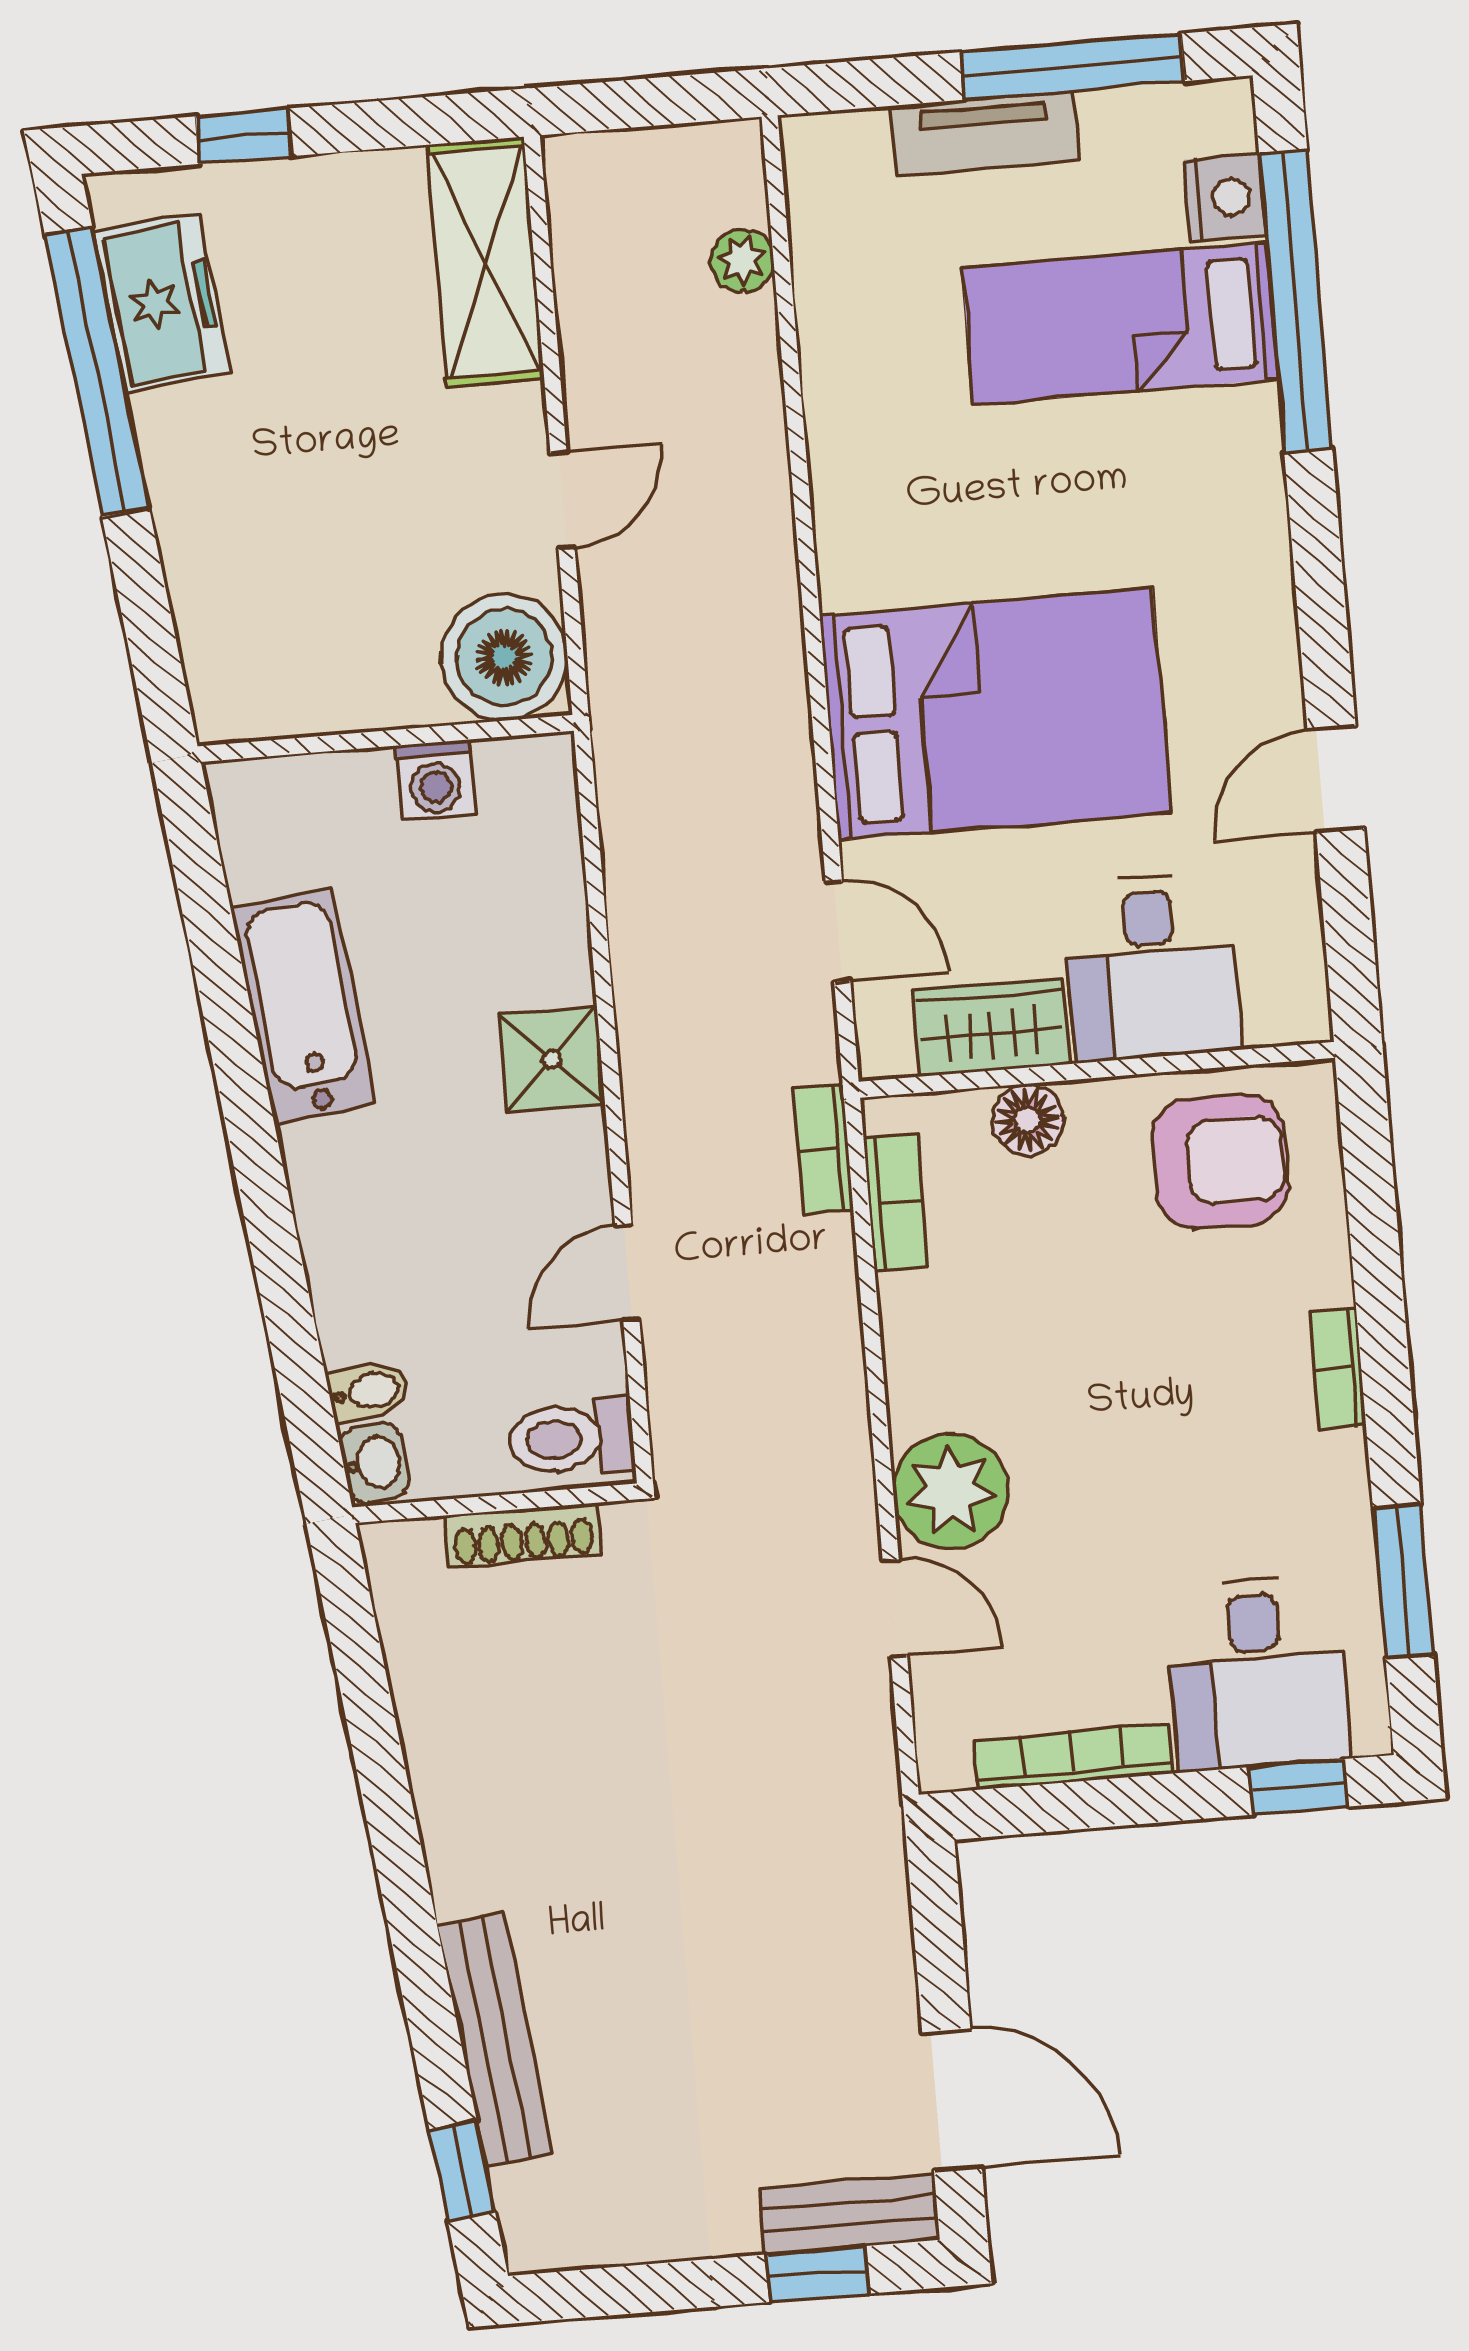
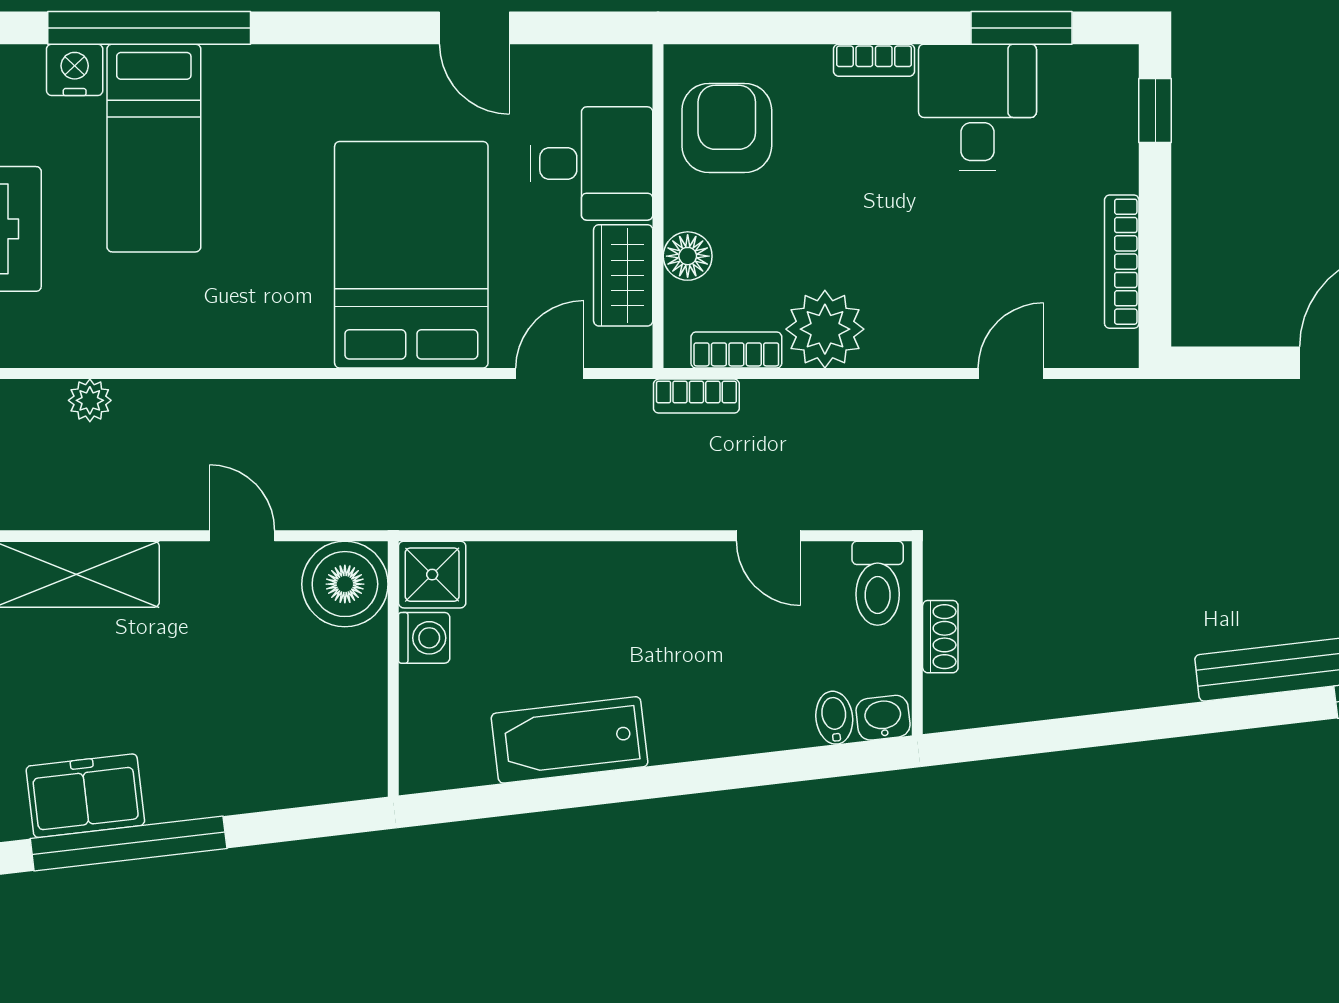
shower: (552, 1059) -> (432, 575), moved
plant: (951, 1491) -> (825, 329), moved
shoe rack: (523, 1535) -> (940, 637), width x0.70
desk: (1257, 1673) -> (977, 107), moved, turned -90

